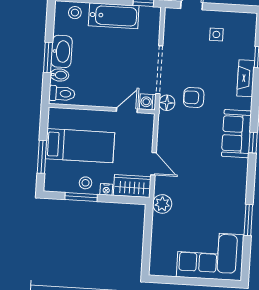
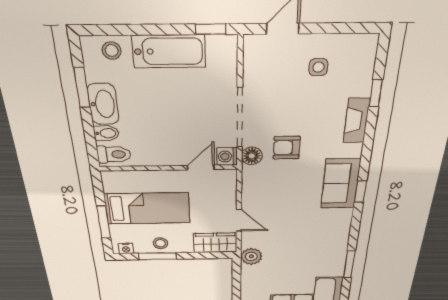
window: (48, 57) -> (82, 88), moved
nightstand: (106, 189) -> (126, 248), moved

